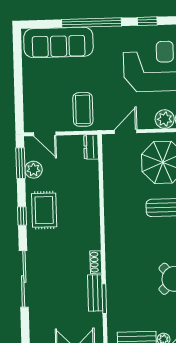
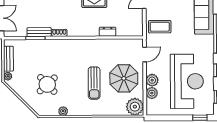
door: (126, 132) -> (145, 54), hinge flipped
dresser: (91, 147) -> (108, 32), moved

